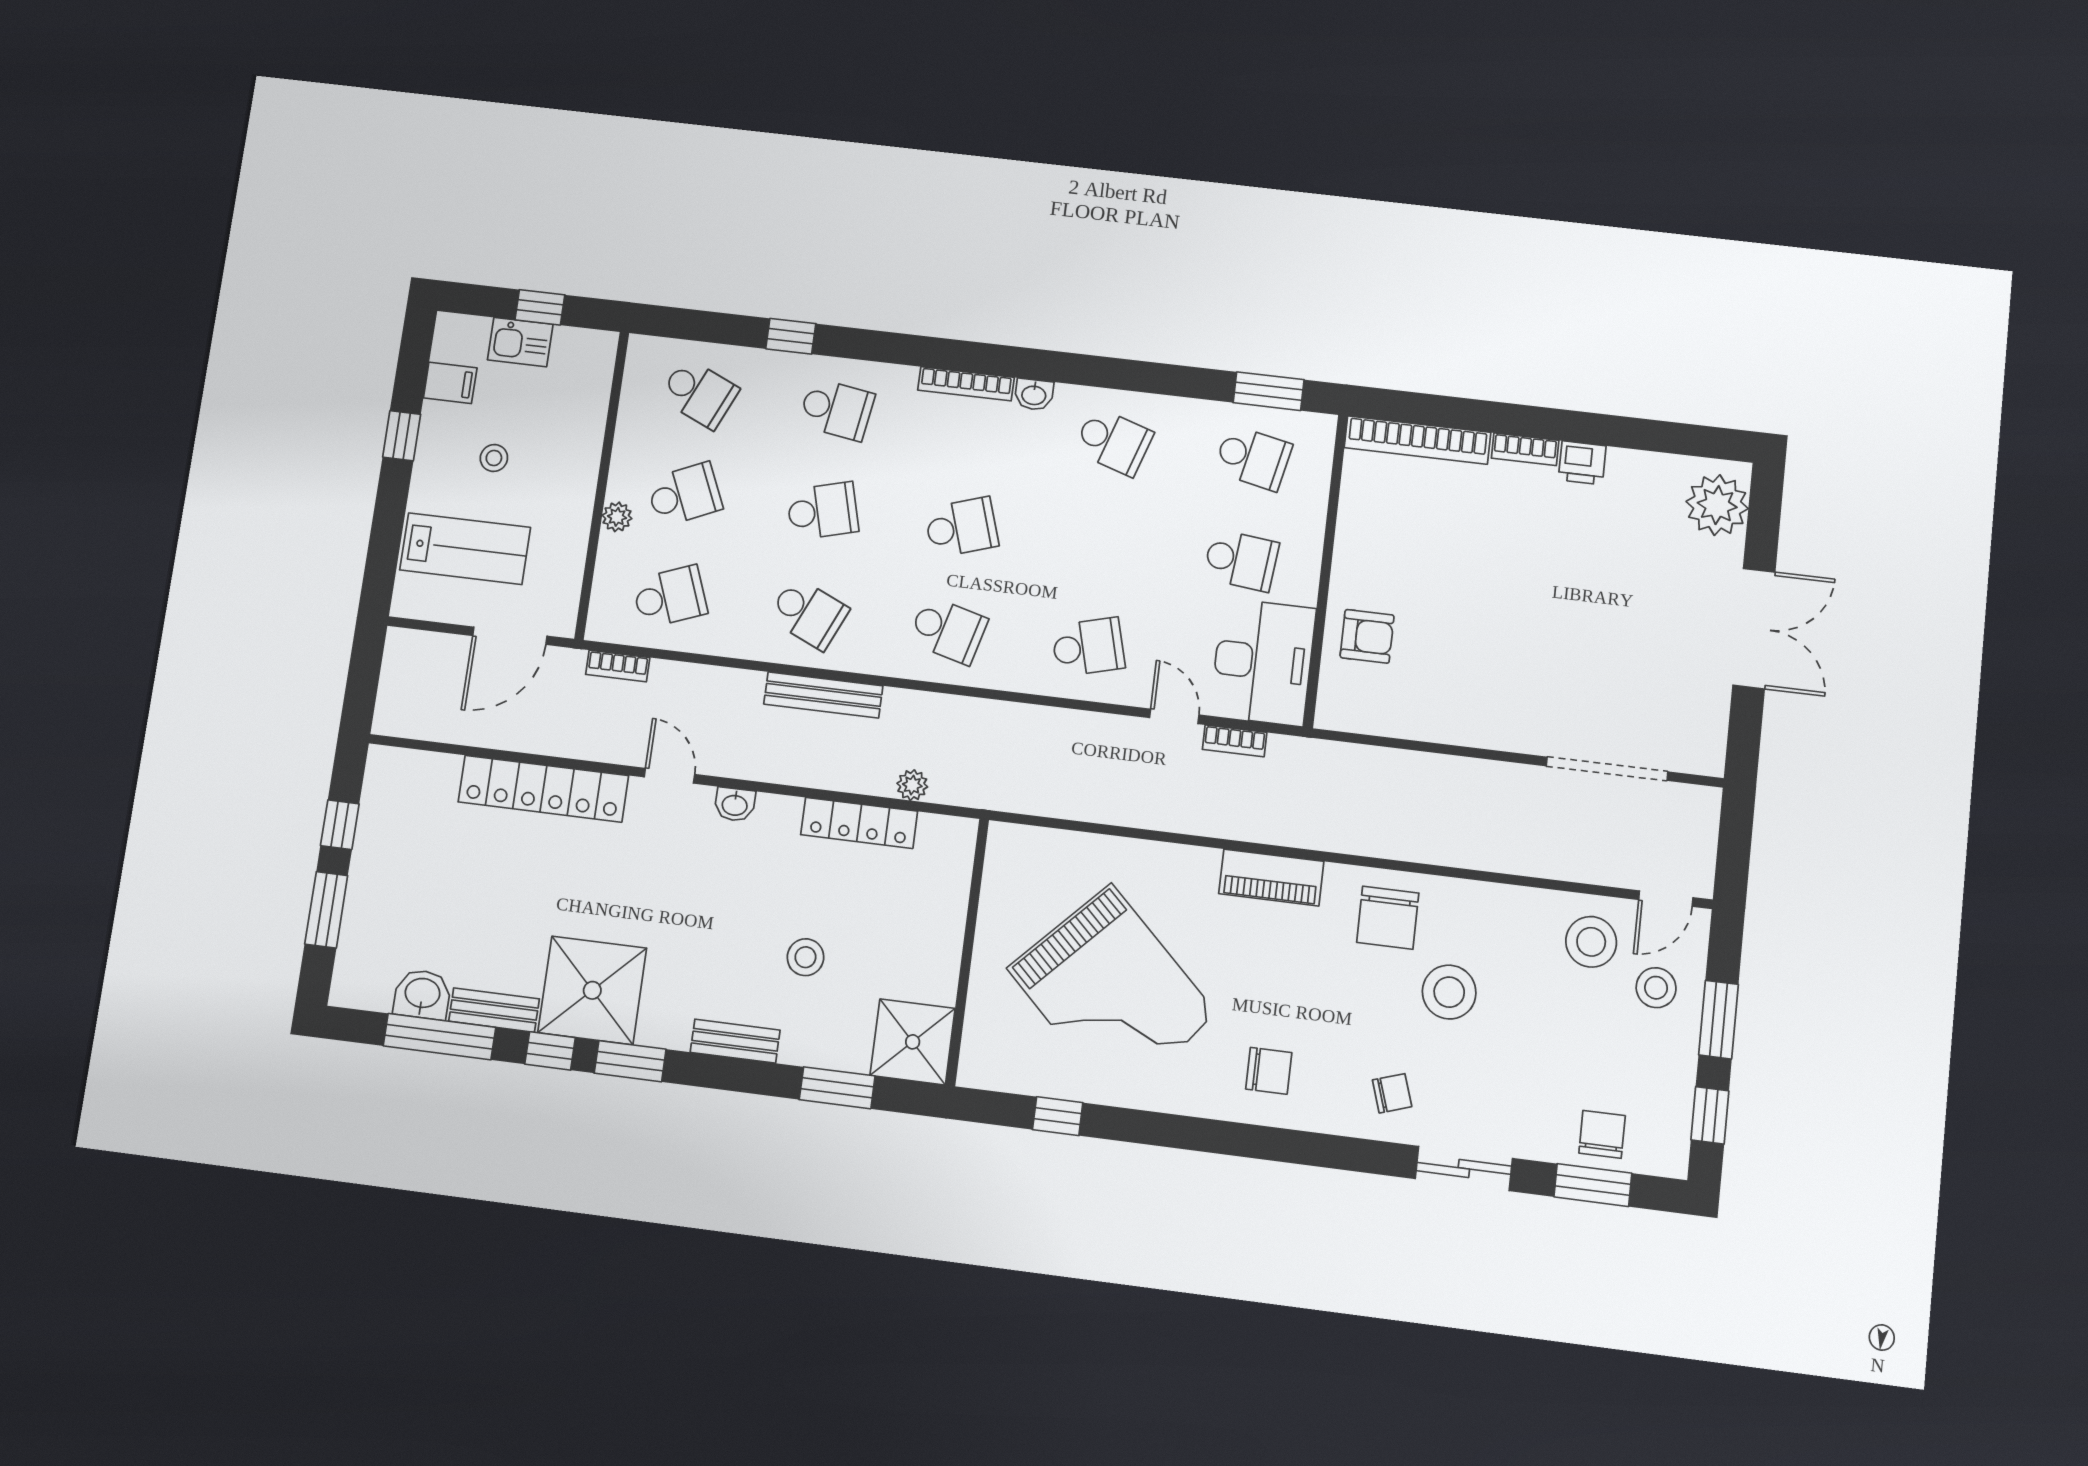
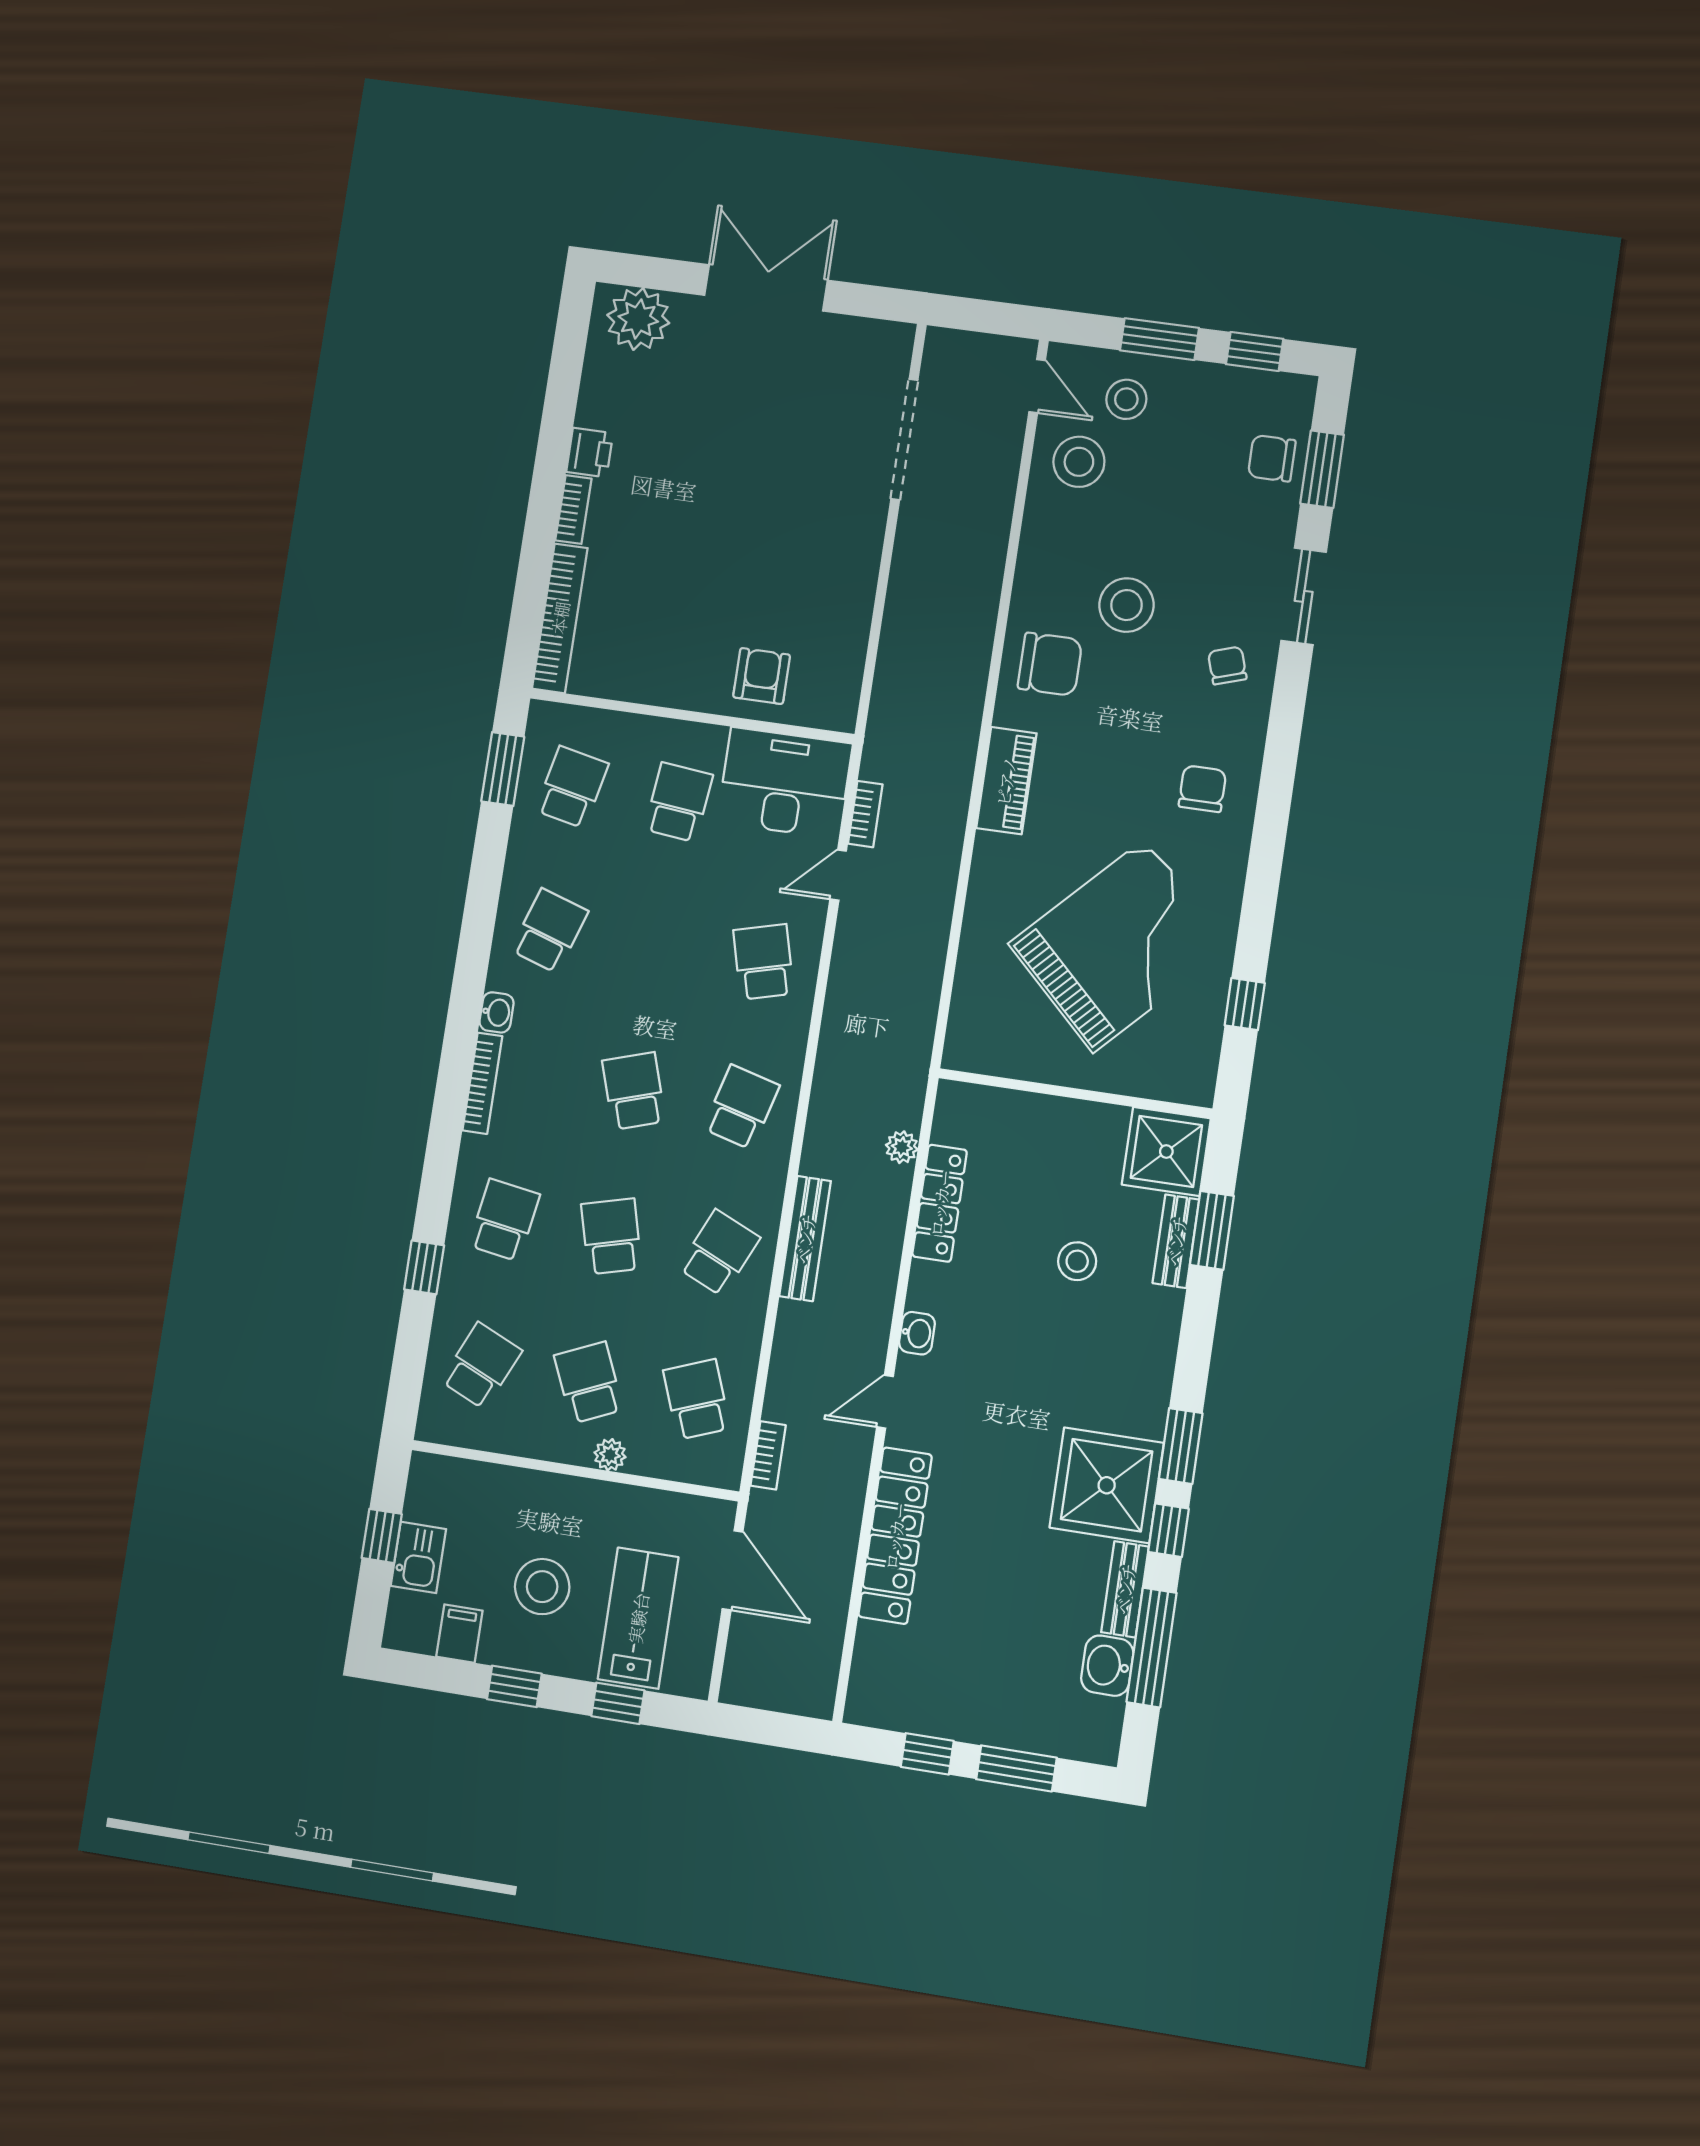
stool: (494, 458) -> (542, 1587), width x1.89, depth x1.89
window: (386, 532) -> (618, 1703), added
bench: (735, 1041) -> (1176, 1241), moved

